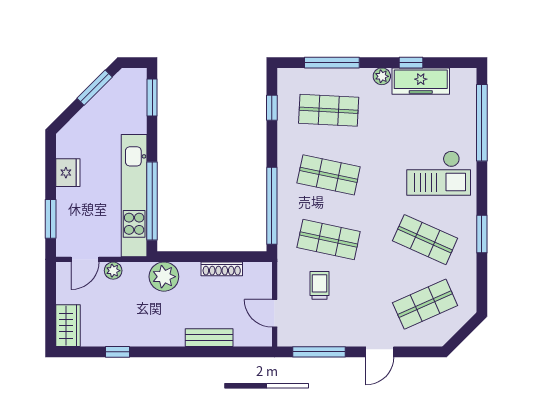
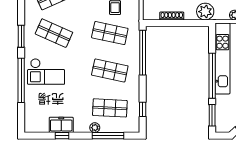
plant: (382, 76) -> (95, 128), moved
freezer: (421, 81) -> (61, 125), width x0.71
window: (482, 123) -> (21, 80), moved
checkout: (439, 173) -> (46, 72), turned 180
window: (152, 201) -> (212, 76), moved

